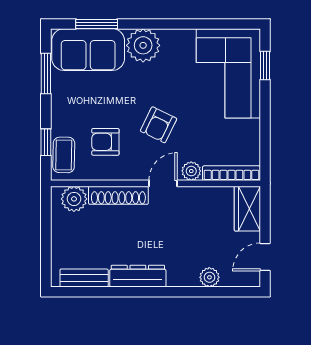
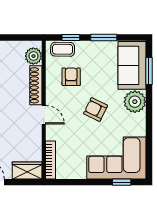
window: (46, 74) -> (104, 37), moved
armchair: (159, 125) -> (96, 110), moved
plant: (191, 171) -> (52, 133), removed

